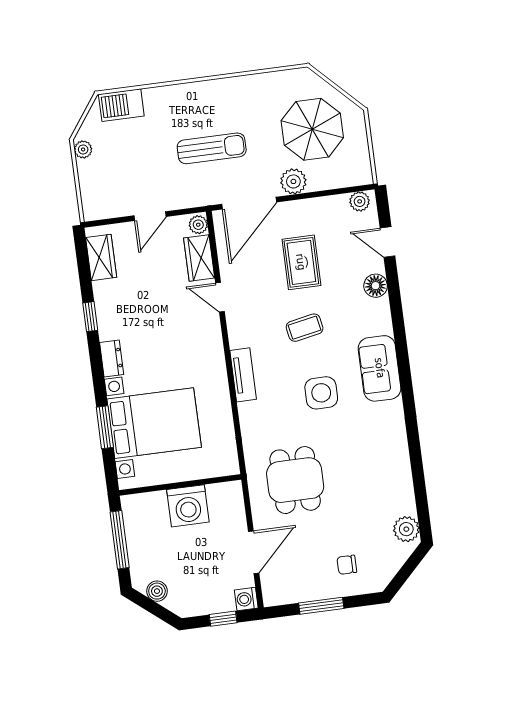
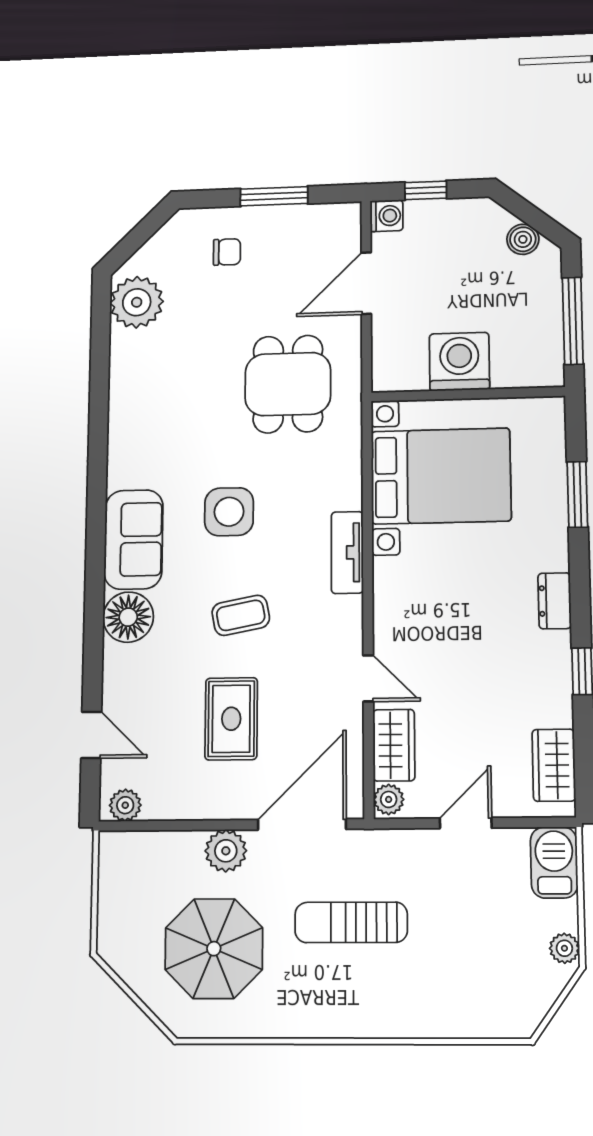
barbecue: (121, 105) -> (554, 862), moved, turned -90
parasol: (312, 129) -> (214, 949), moved
floor lamp: (376, 286) -> (128, 617), moved, width x1.38, depth x1.38
bed with nightstands: (154, 423) -> (441, 476), moved, turned 180
plant: (406, 529) -> (137, 302), width x1.36, depth x1.36

